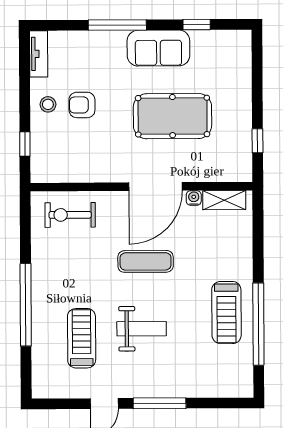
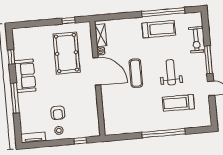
pool table: (173, 116) -> (67, 53), moved
exercise bike: (70, 215) -> (196, 40), moved

